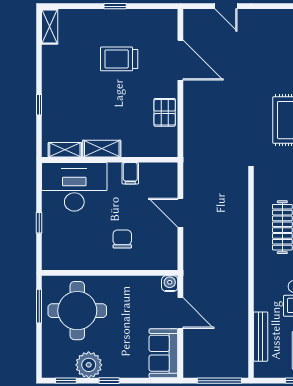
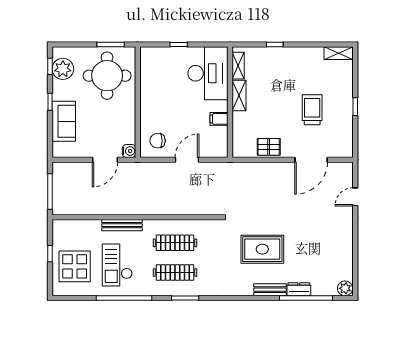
chair: (122, 239) -> (158, 141), moved, turned 180
bench: (261, 337) -> (122, 225), moved
sofa: (163, 353) -> (64, 121), moved, turned 90
plant: (89, 365) -> (63, 69), moved

